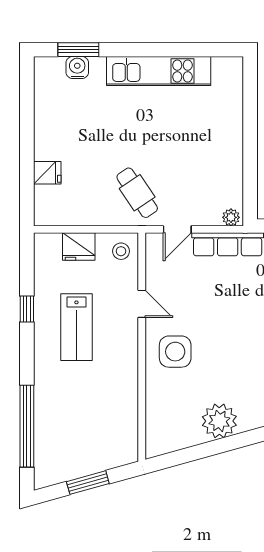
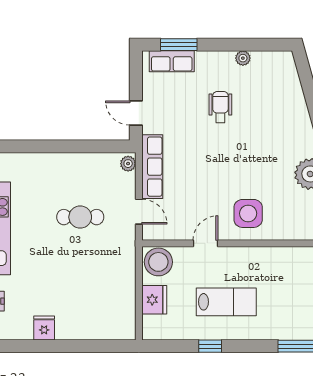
fridge: (47, 173) -> (44, 328), moved
cafe table: (137, 193) -> (80, 217), moved, turned 34
stool: (121, 251) -> (158, 262), width x1.89, depth x1.89

